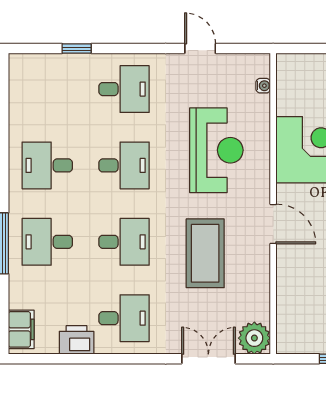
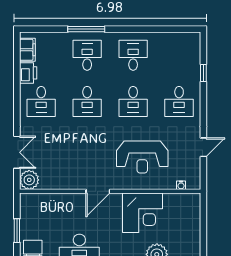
coffee table: (205, 253) -> (80, 150), removed
filing cabinet: (21, 329) -> (27, 50), moved, turned -90

